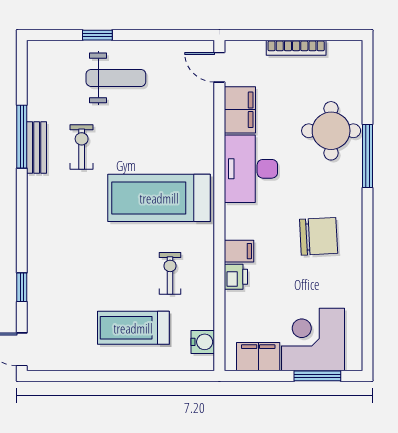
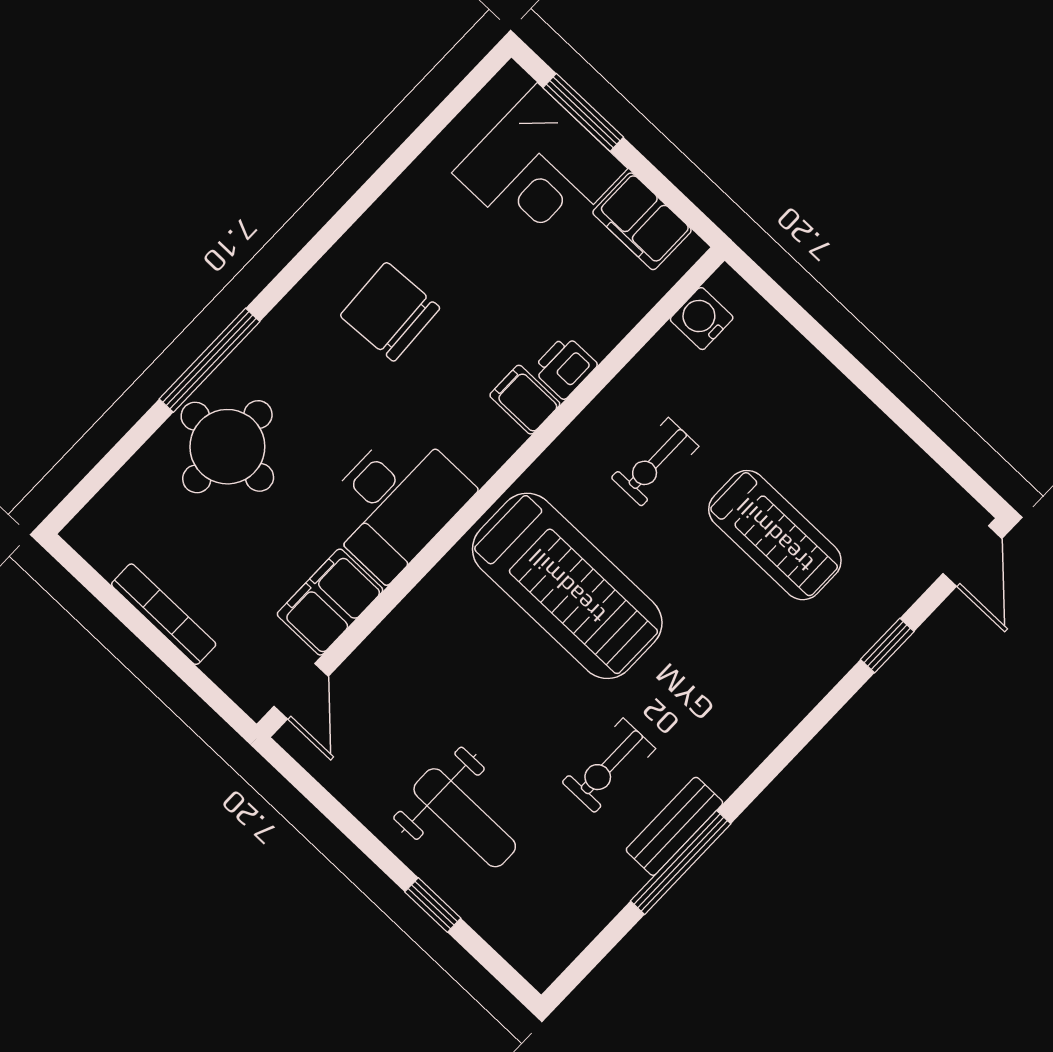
weight bench: (116, 78) -> (465, 818), turned 180
treadmill: (133, 328) -> (775, 535), moved

